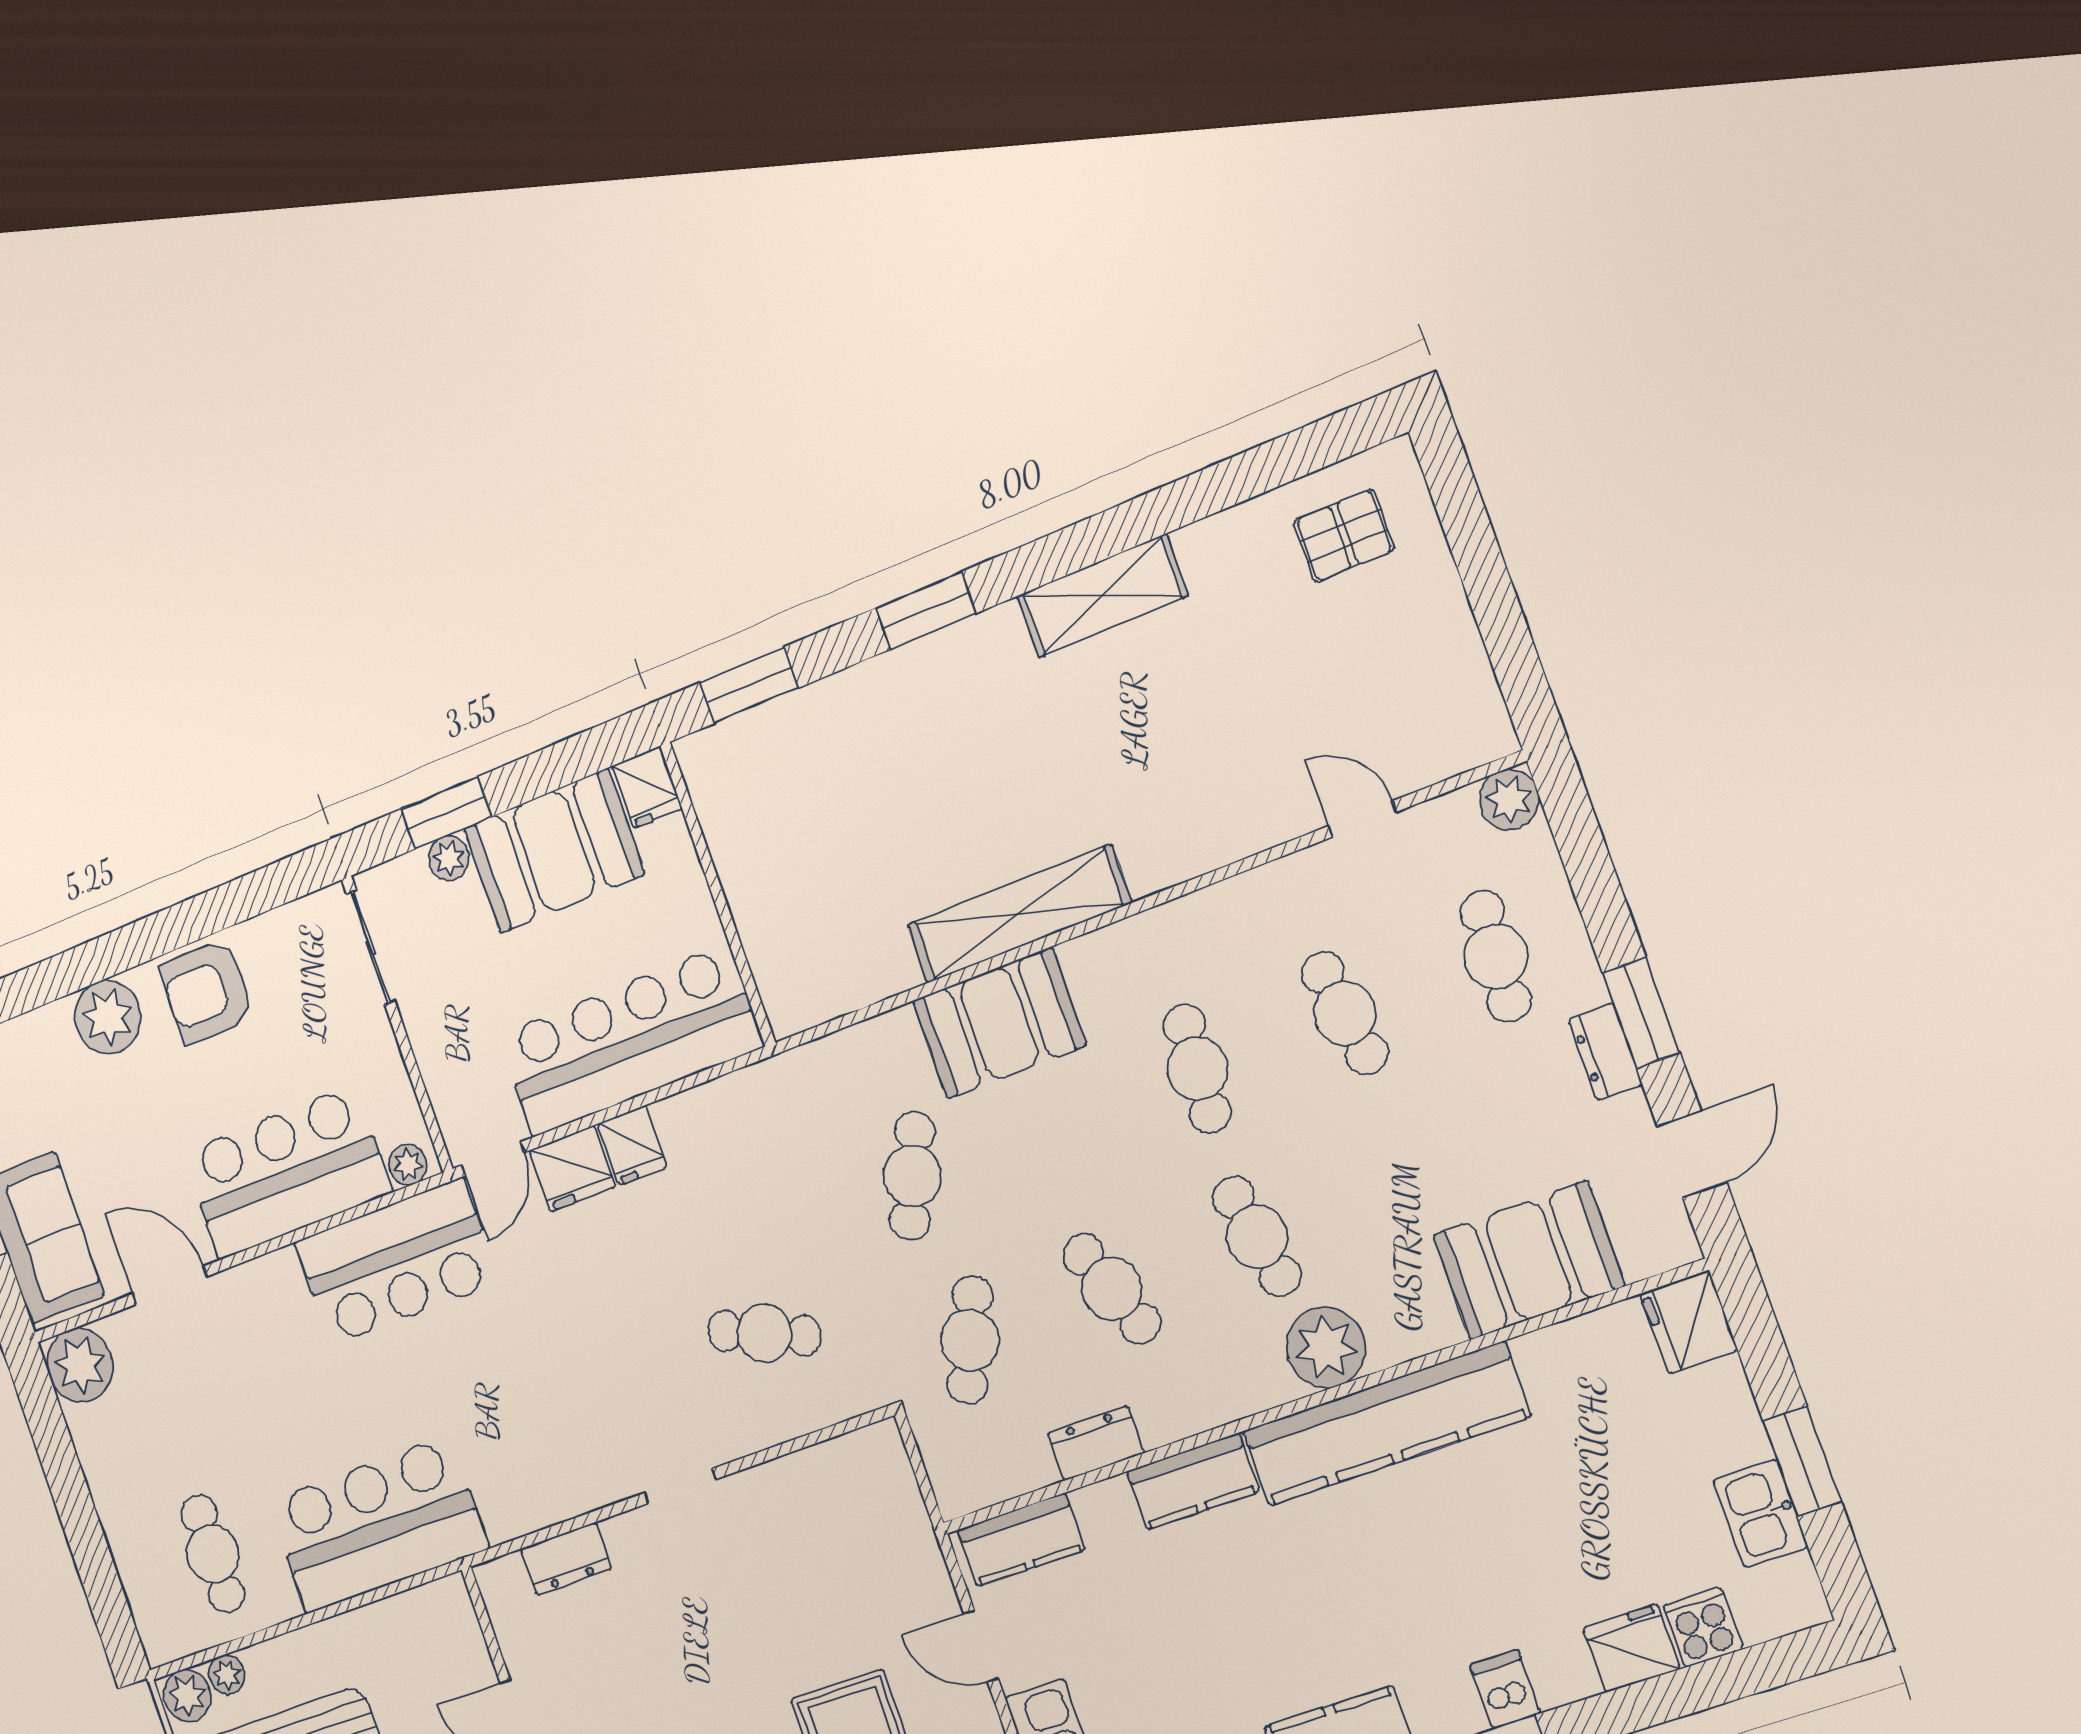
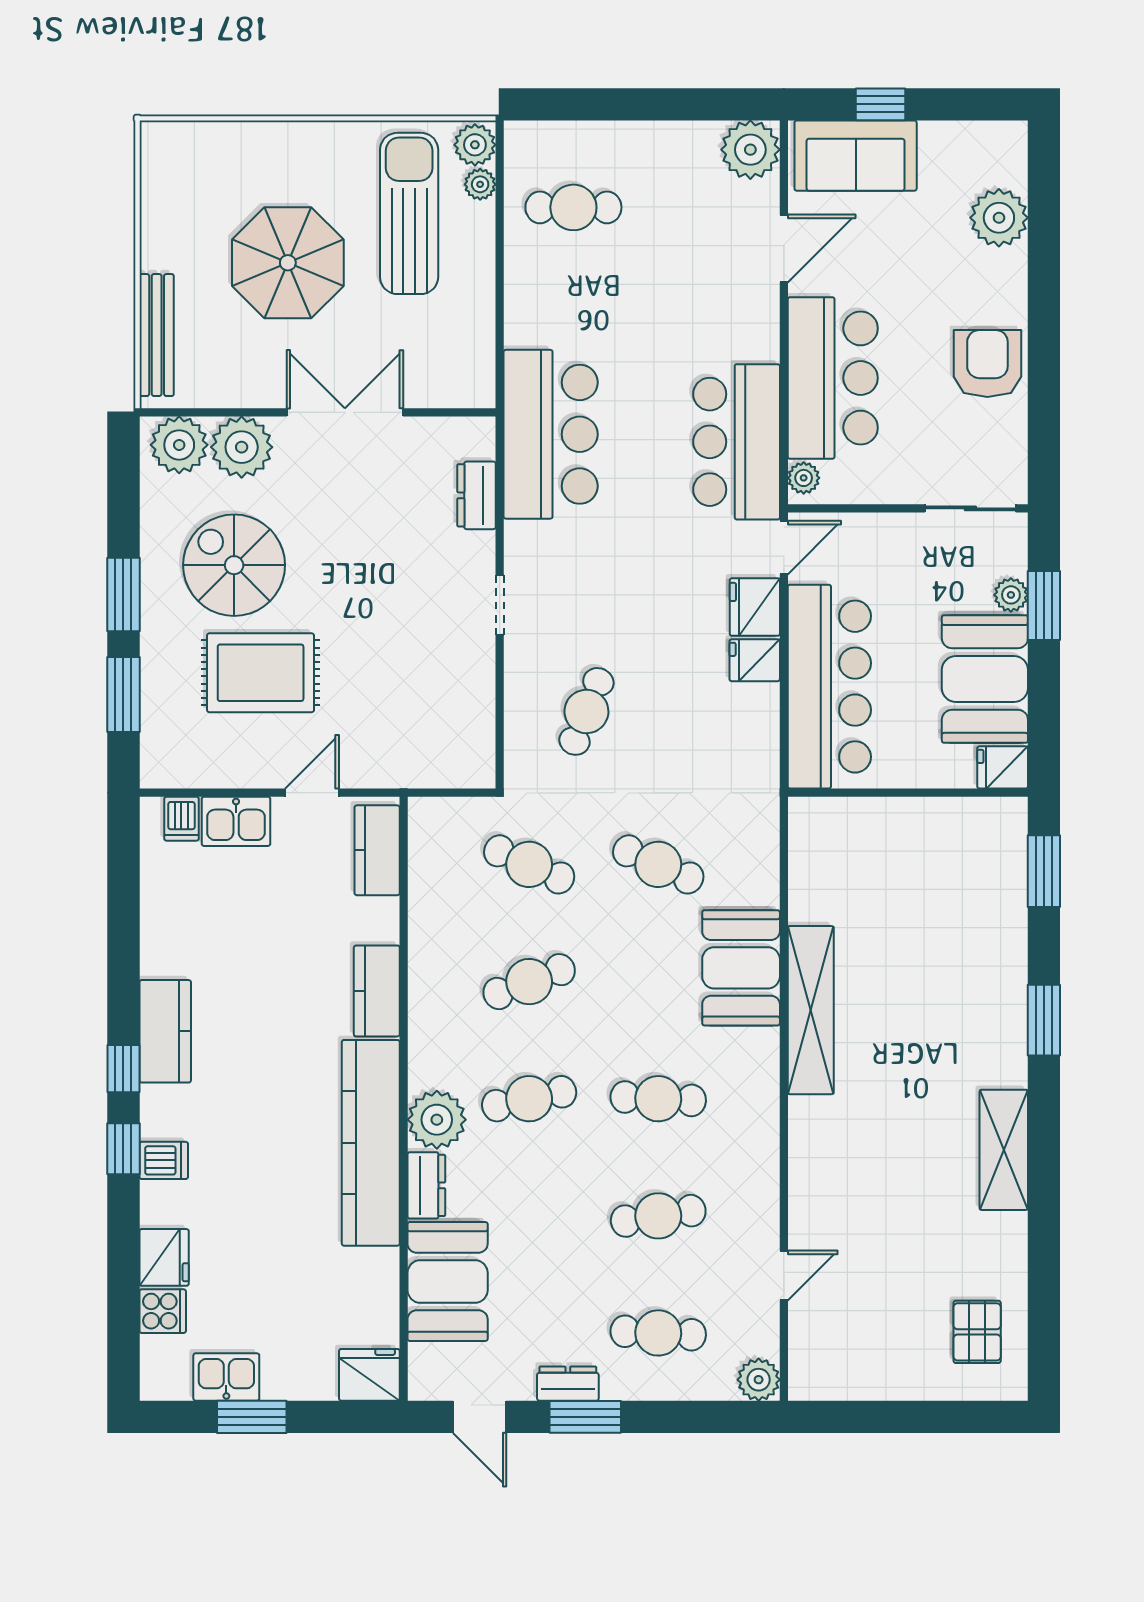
plant: (108, 1017) -> (999, 218), moved
door: (493, 1159) -> (784, 548), swing flipped
dresser: (1096, 1443) -> (426, 1185), moved
bar counter: (378, 1525) -> (551, 434), moved

